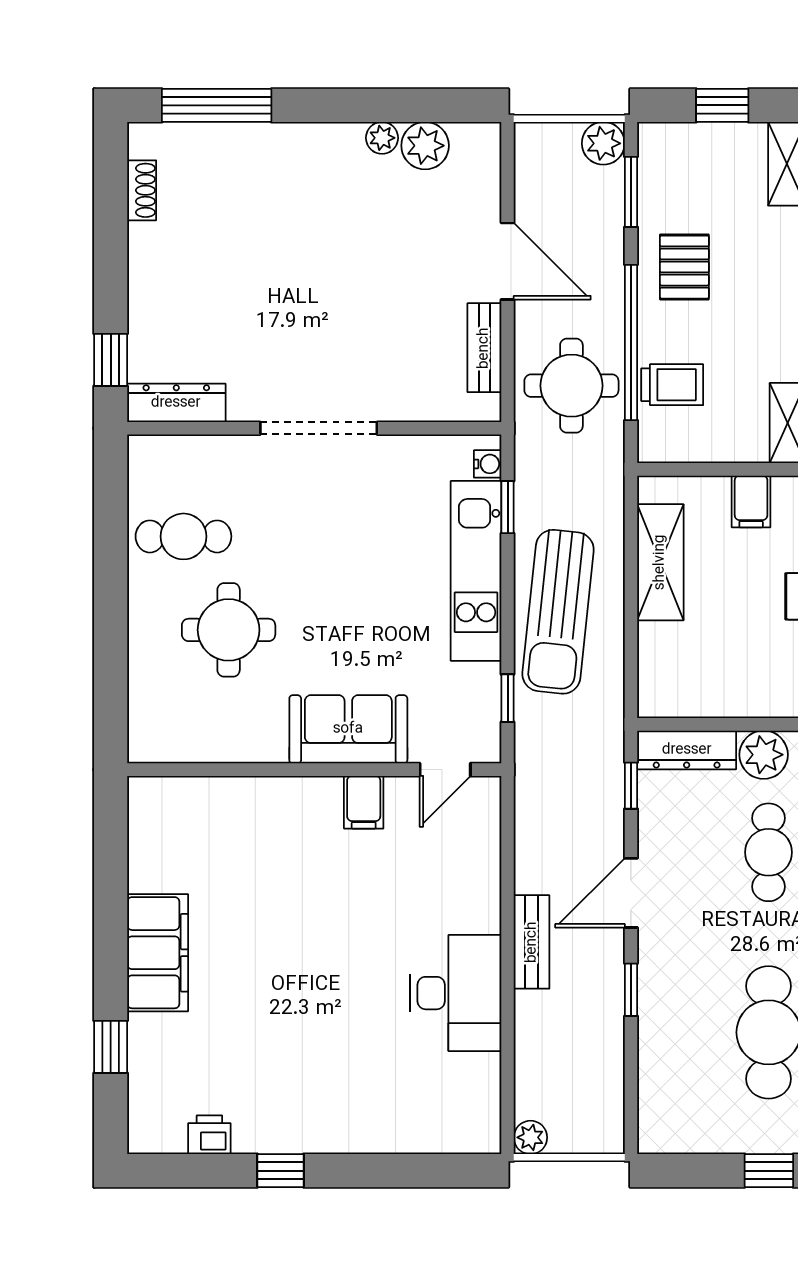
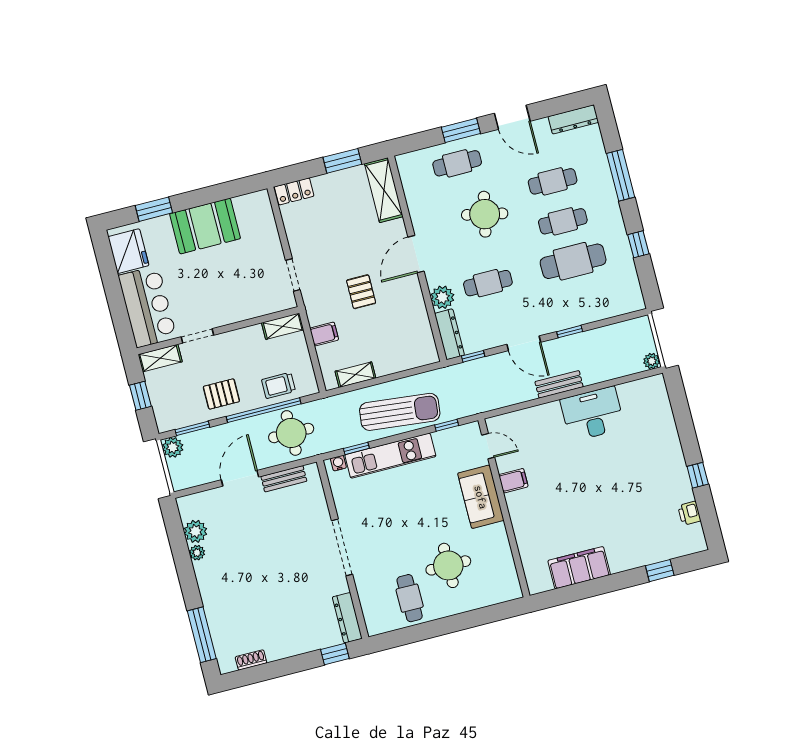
trolley: (672, 385) -> (278, 385), turned -90
shelving: (660, 562) -> (355, 375), width x0.67, depth x0.75
filing cabinet: (158, 953) -> (579, 568), moved

